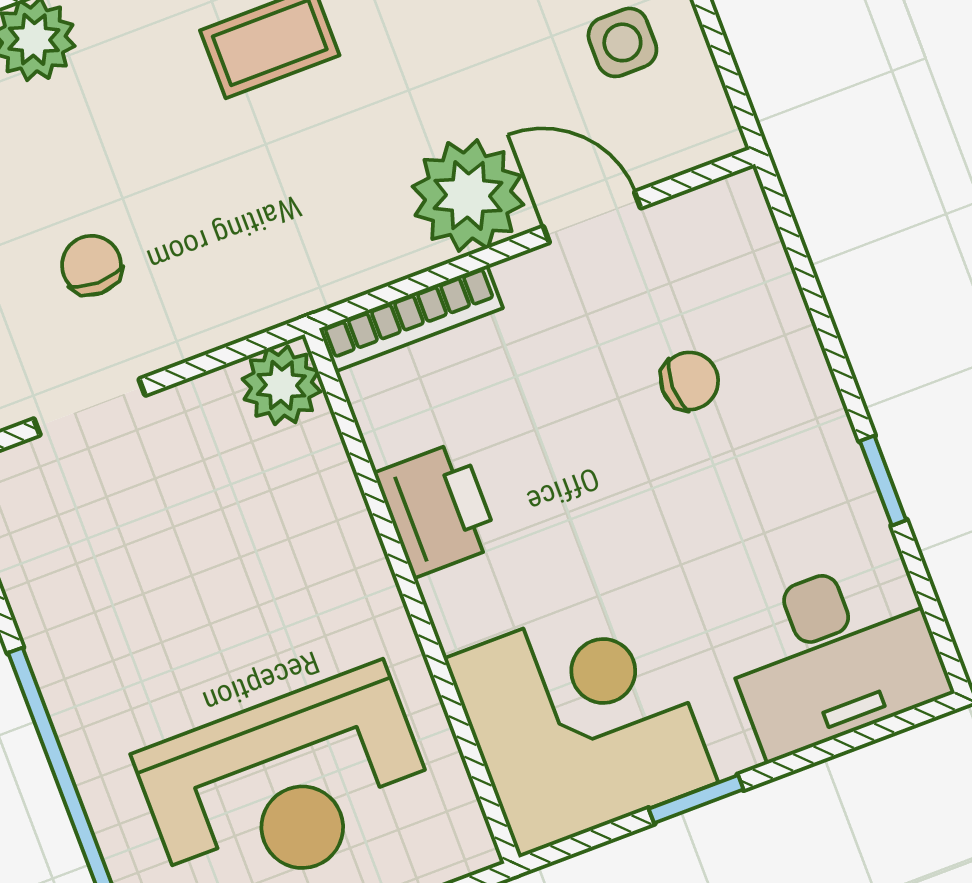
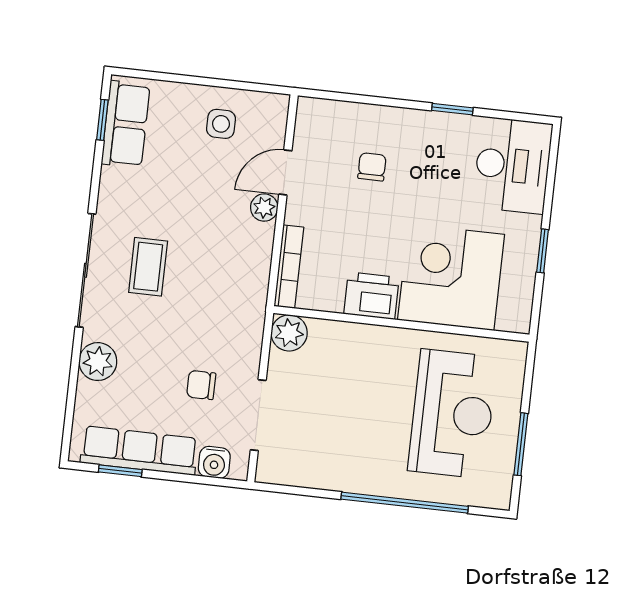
plant: (468, 196) -> (264, 208), width x0.53, depth x0.53
doorway: (90, 407) -> (258, 415), width x1.38
corner desk: (581, 720) -> (451, 277), moved

